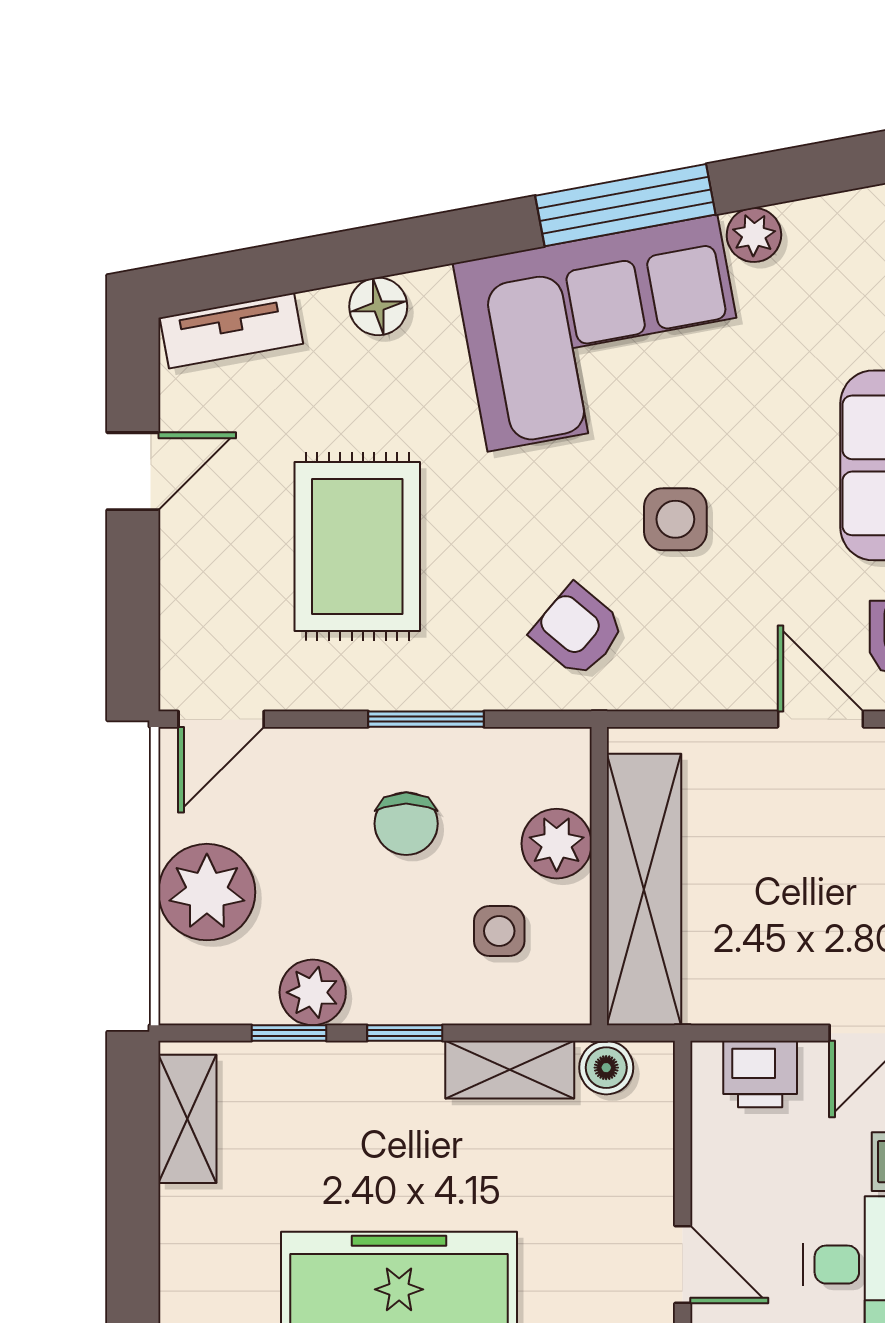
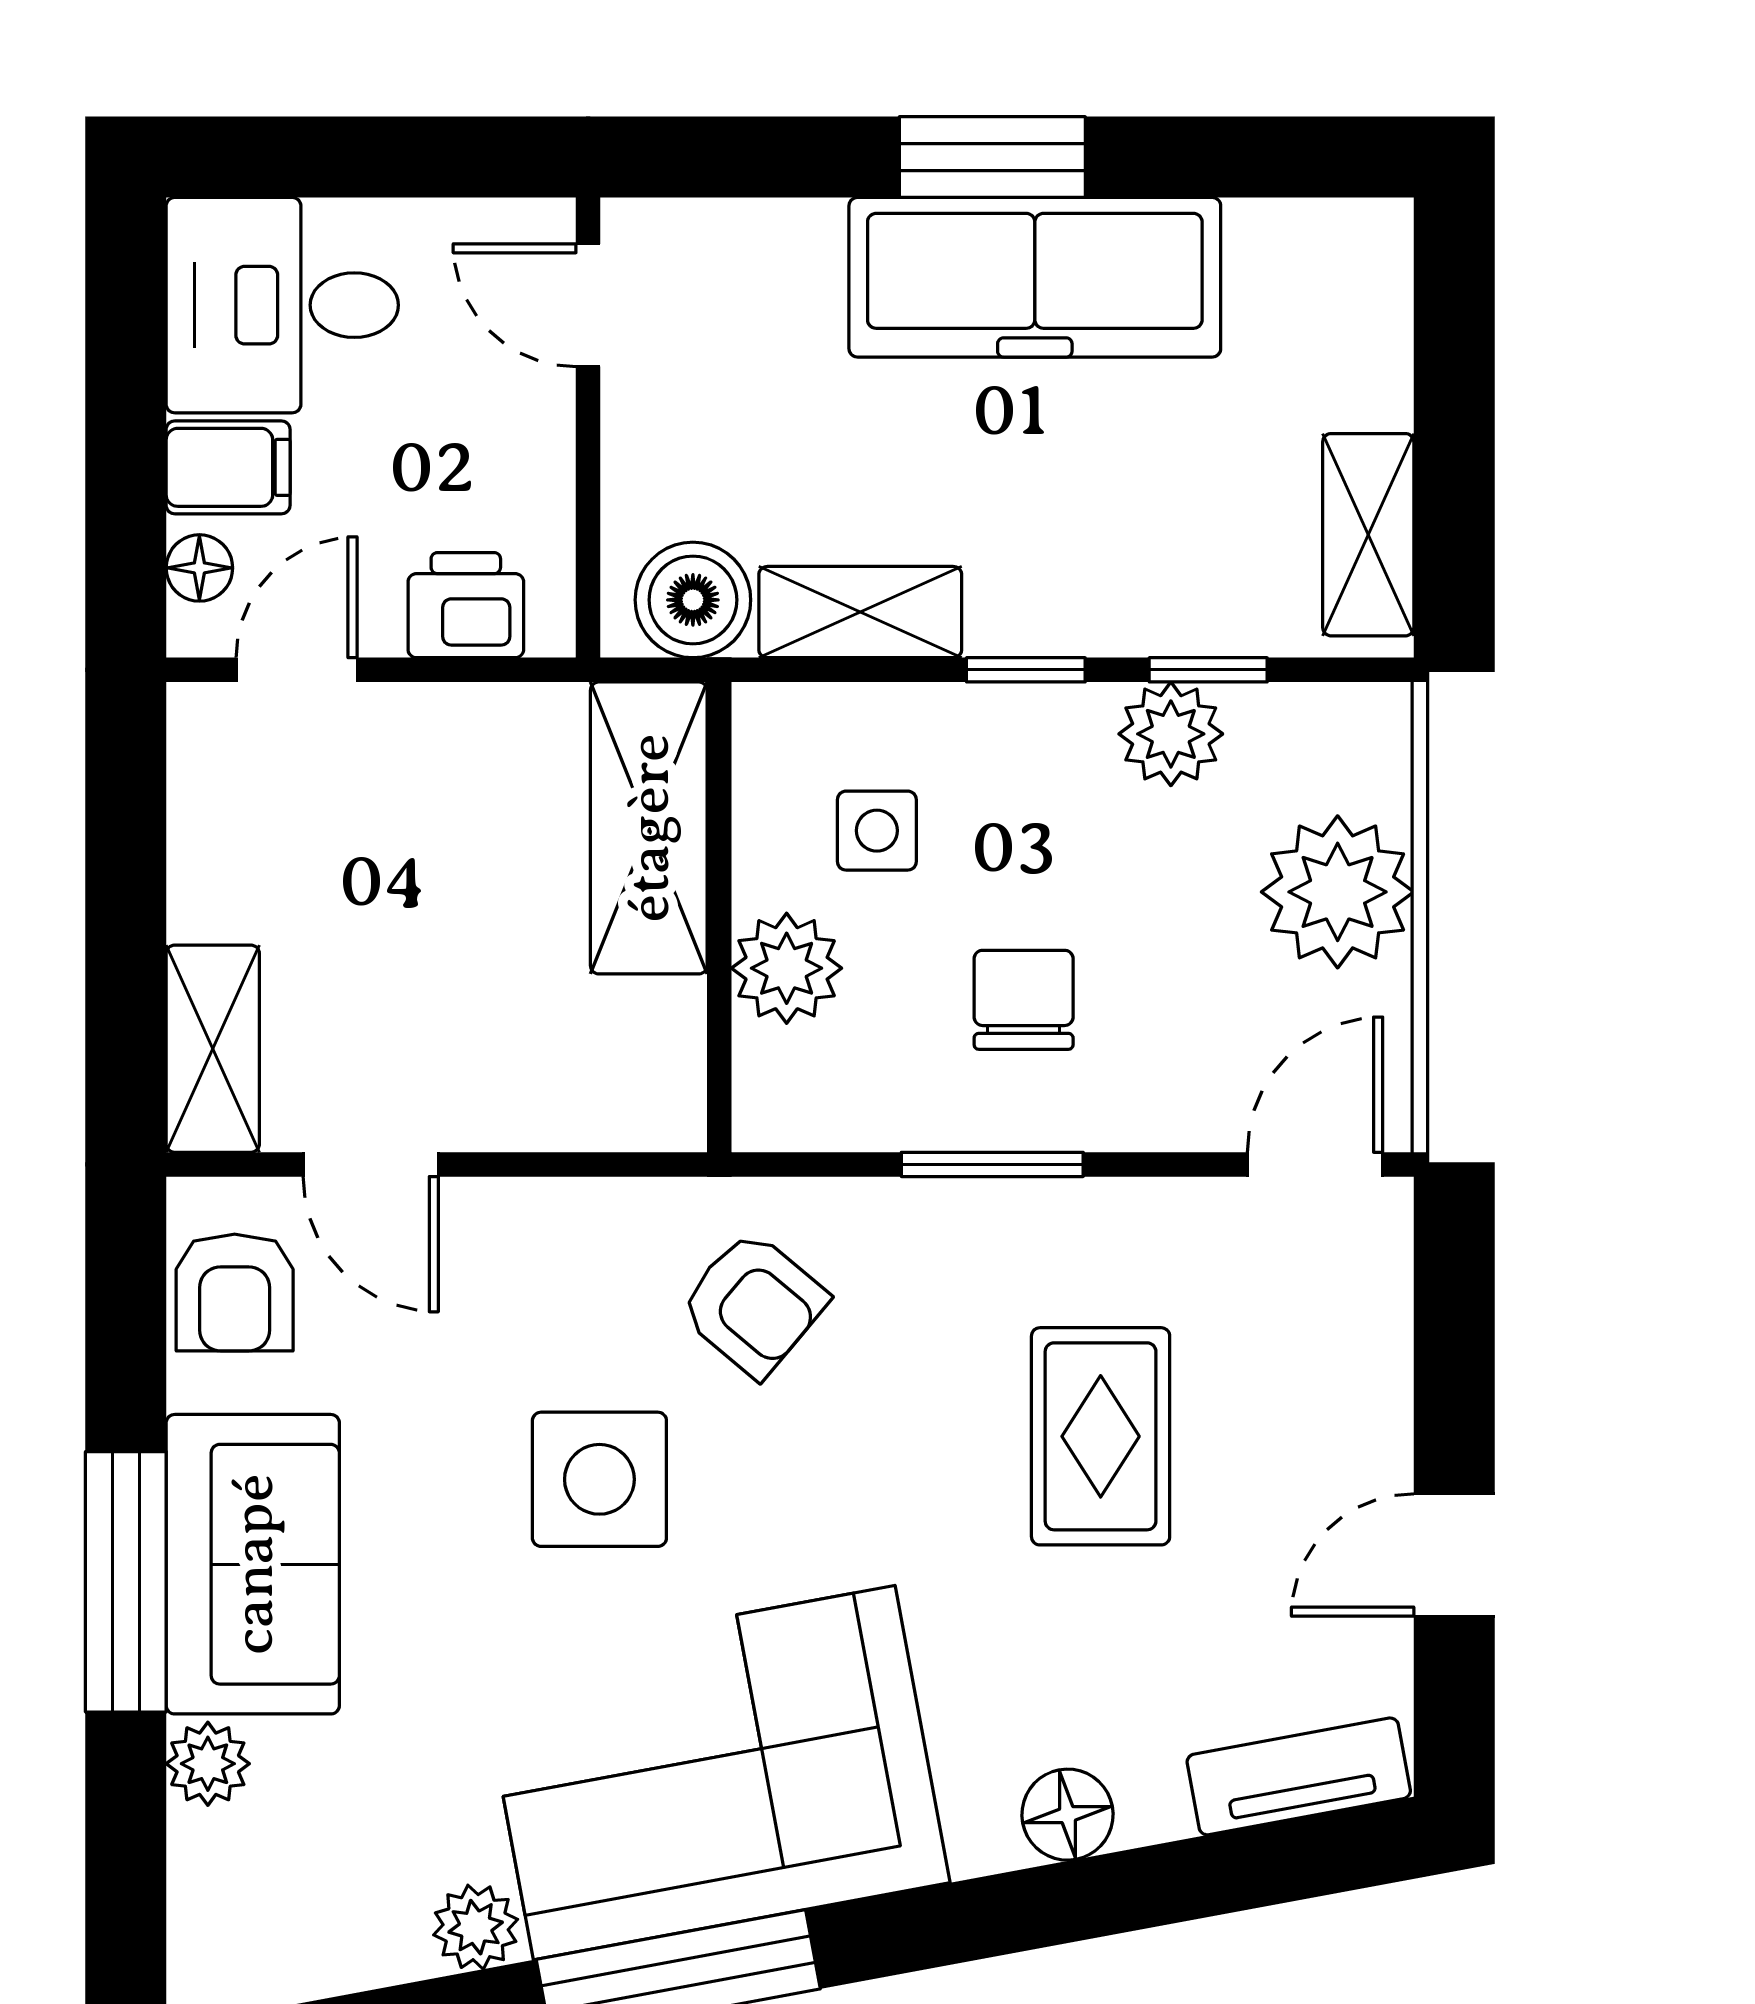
side table: (675, 519) -> (599, 1479), width x1.37, depth x1.37
rug: (357, 547) -> (1101, 1436), width x0.73, depth x0.70
shelving: (644, 889) -> (649, 828), width x0.68
boiler: (606, 1068) -> (693, 600), width x1.36, depth x1.36

